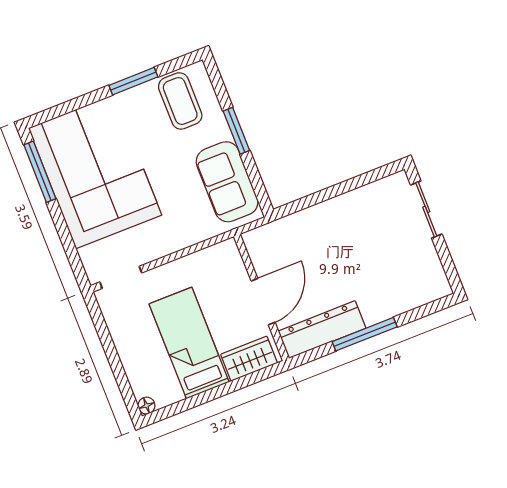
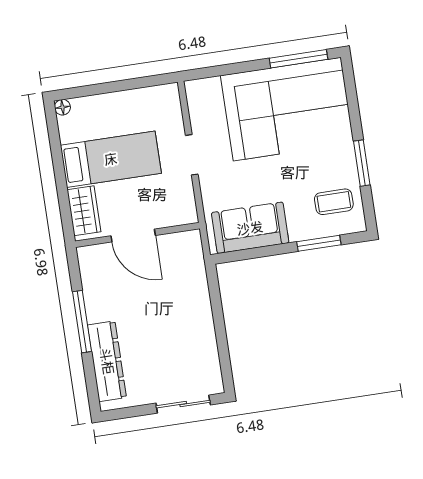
coffee table: (180, 101) -> (334, 202), width x0.73, depth x0.77
window: (236, 131) -> (319, 243), moved
doorway: (121, 277) -> (192, 155), moved
dresser: (322, 330) -> (107, 361), moved

